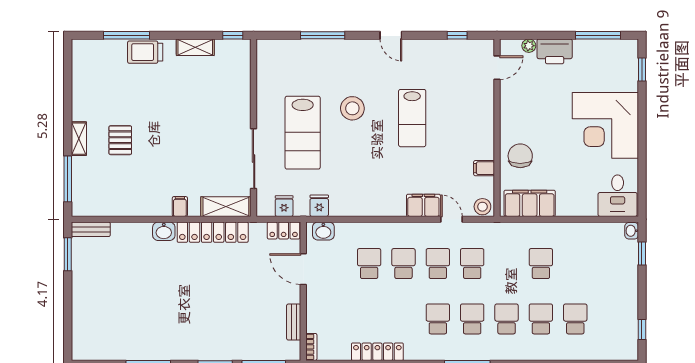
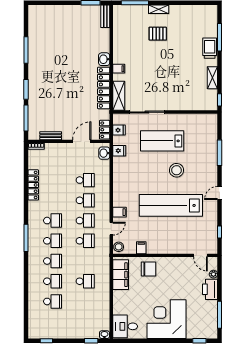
lab bench: (412, 118) -> (171, 205), width x1.86, depth x1.39
filing cabinet: (423, 205) -> (119, 212), width x0.50

